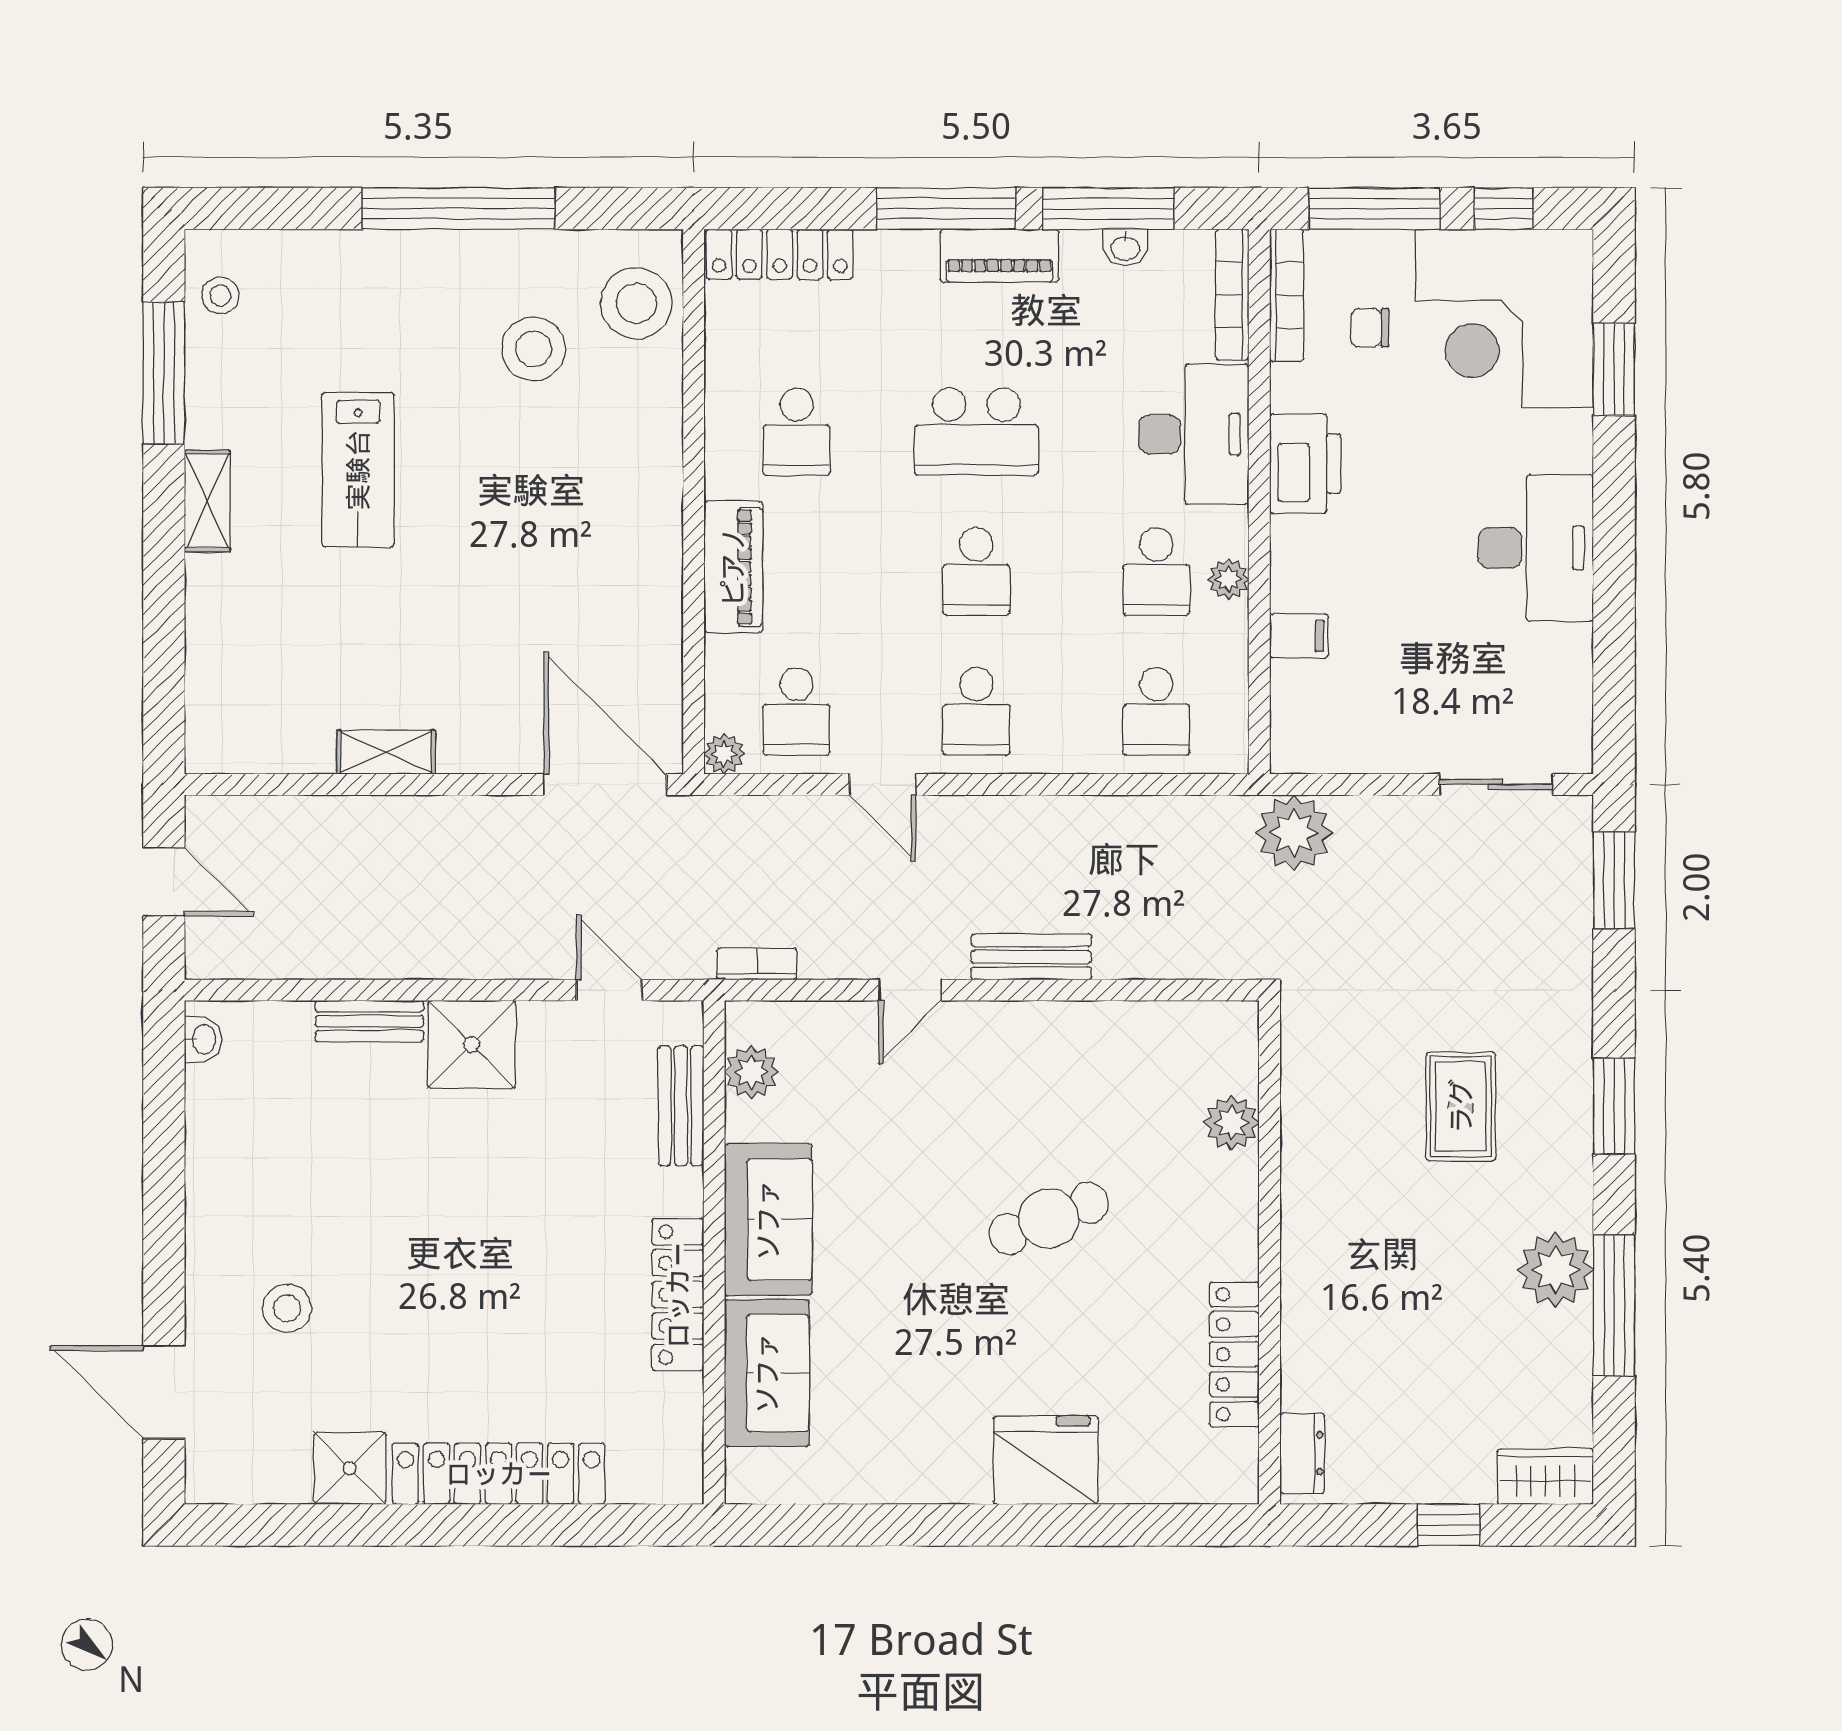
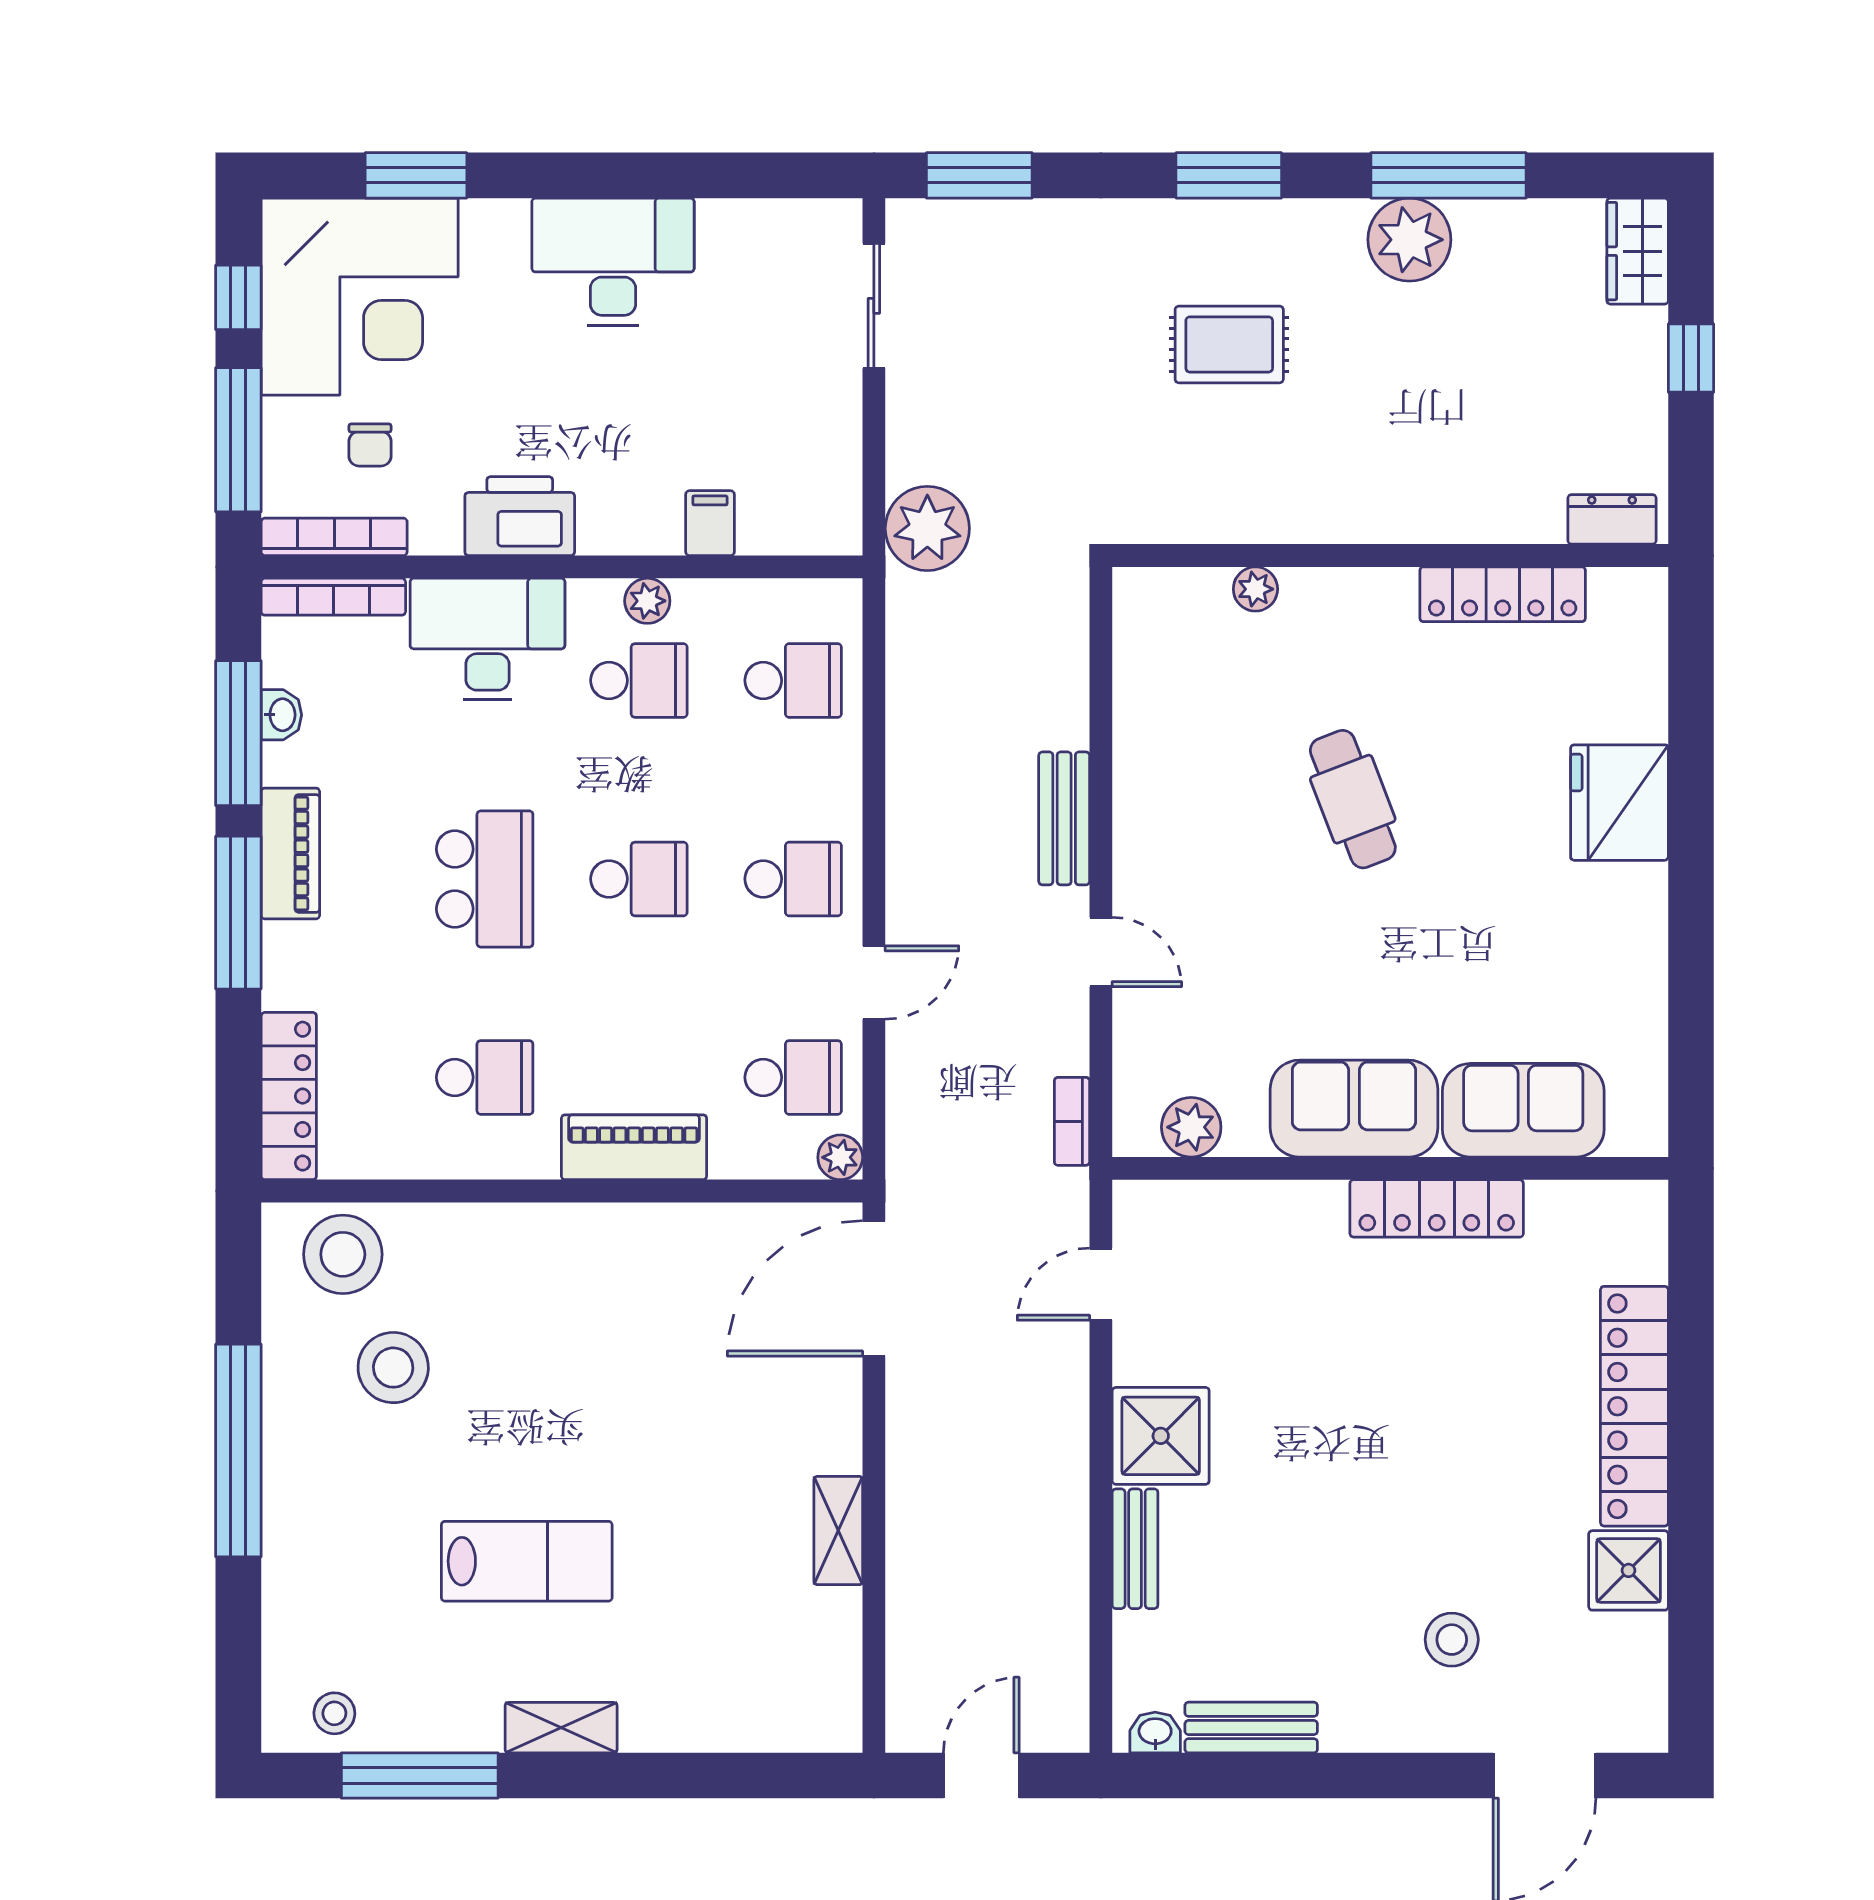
bench: (681, 1106) -> (1251, 1728), moved
plant: (1232, 1123) -> (1255, 589), width x0.73, depth x0.73

